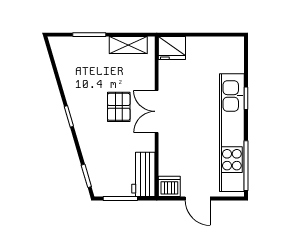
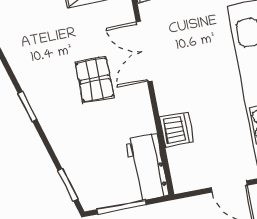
double door: (157, 111) -> (144, 51), moved
dishwasher: (169, 186) -> (177, 130), moved, turned 90

